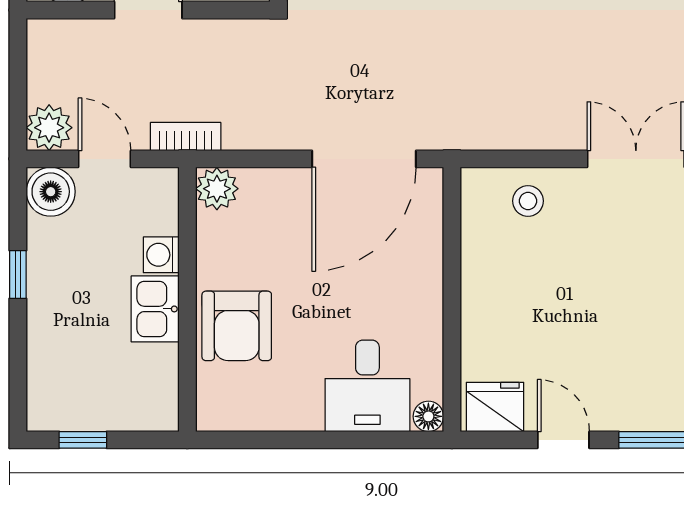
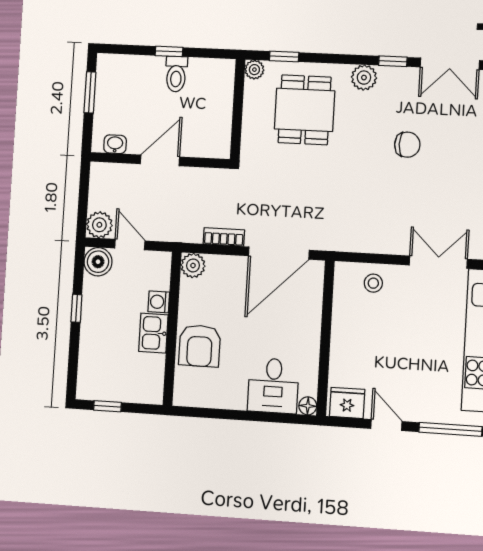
bookcase: (186, 136) -> (224, 237), moved

